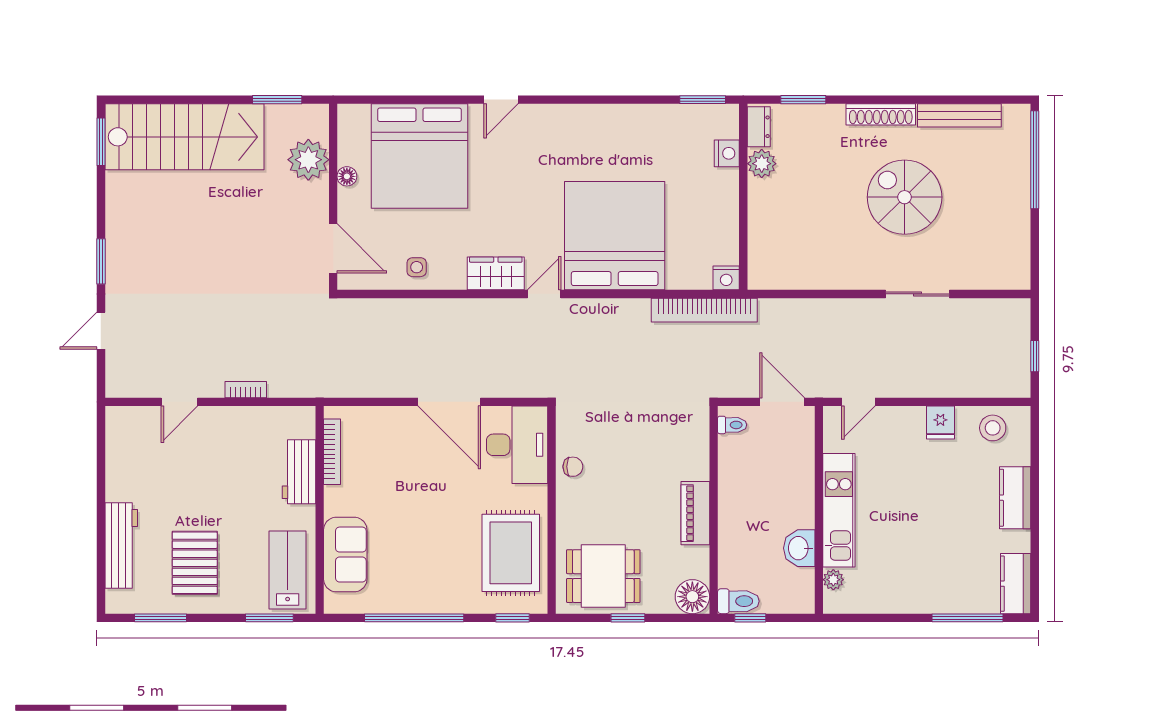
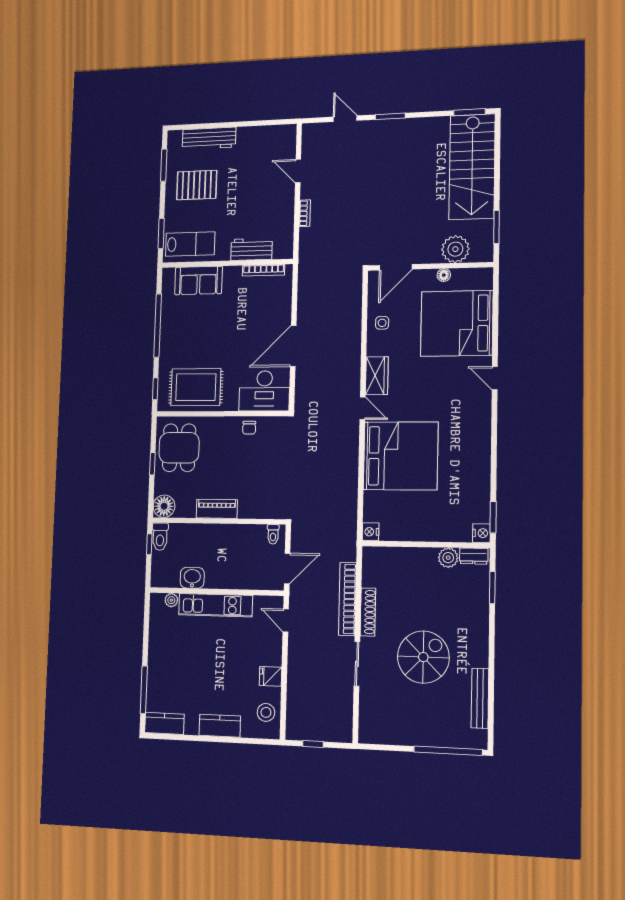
shoe rack: (881, 114) -> (368, 612), moved, turned 180
nightstand: (727, 153) -> (481, 533), moved, turned -90
bookcase: (704, 310) -> (347, 599), moved

